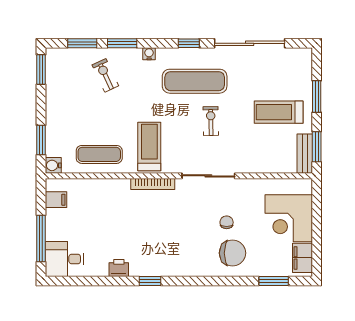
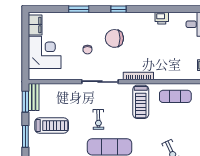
chair: (232, 253) -> (114, 38), moved
window: (150, 281) -> (118, 9), moved
window: (274, 281) -> (79, 9), moved

